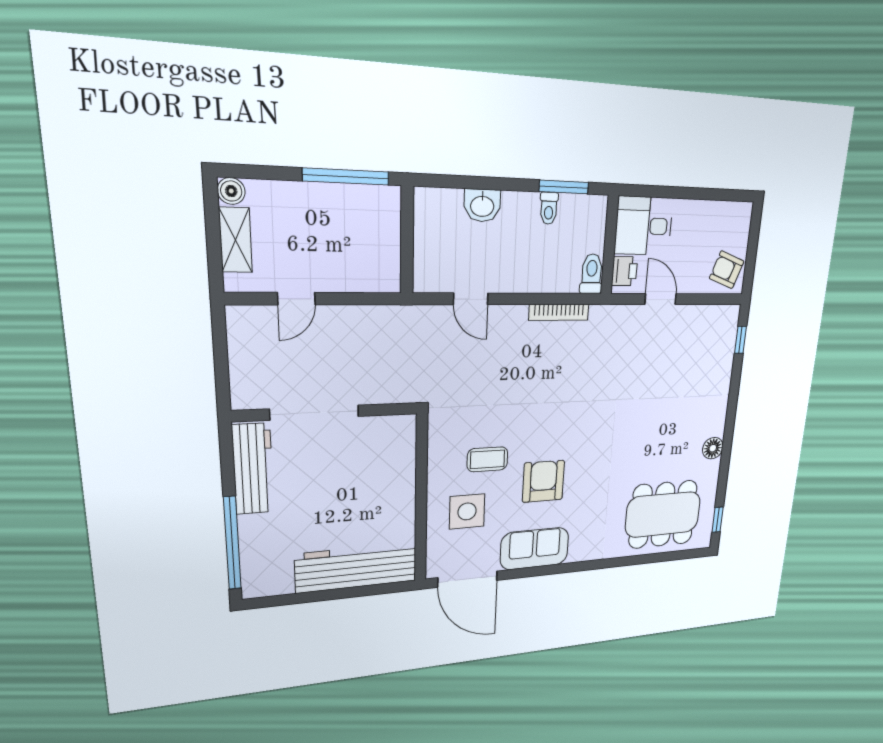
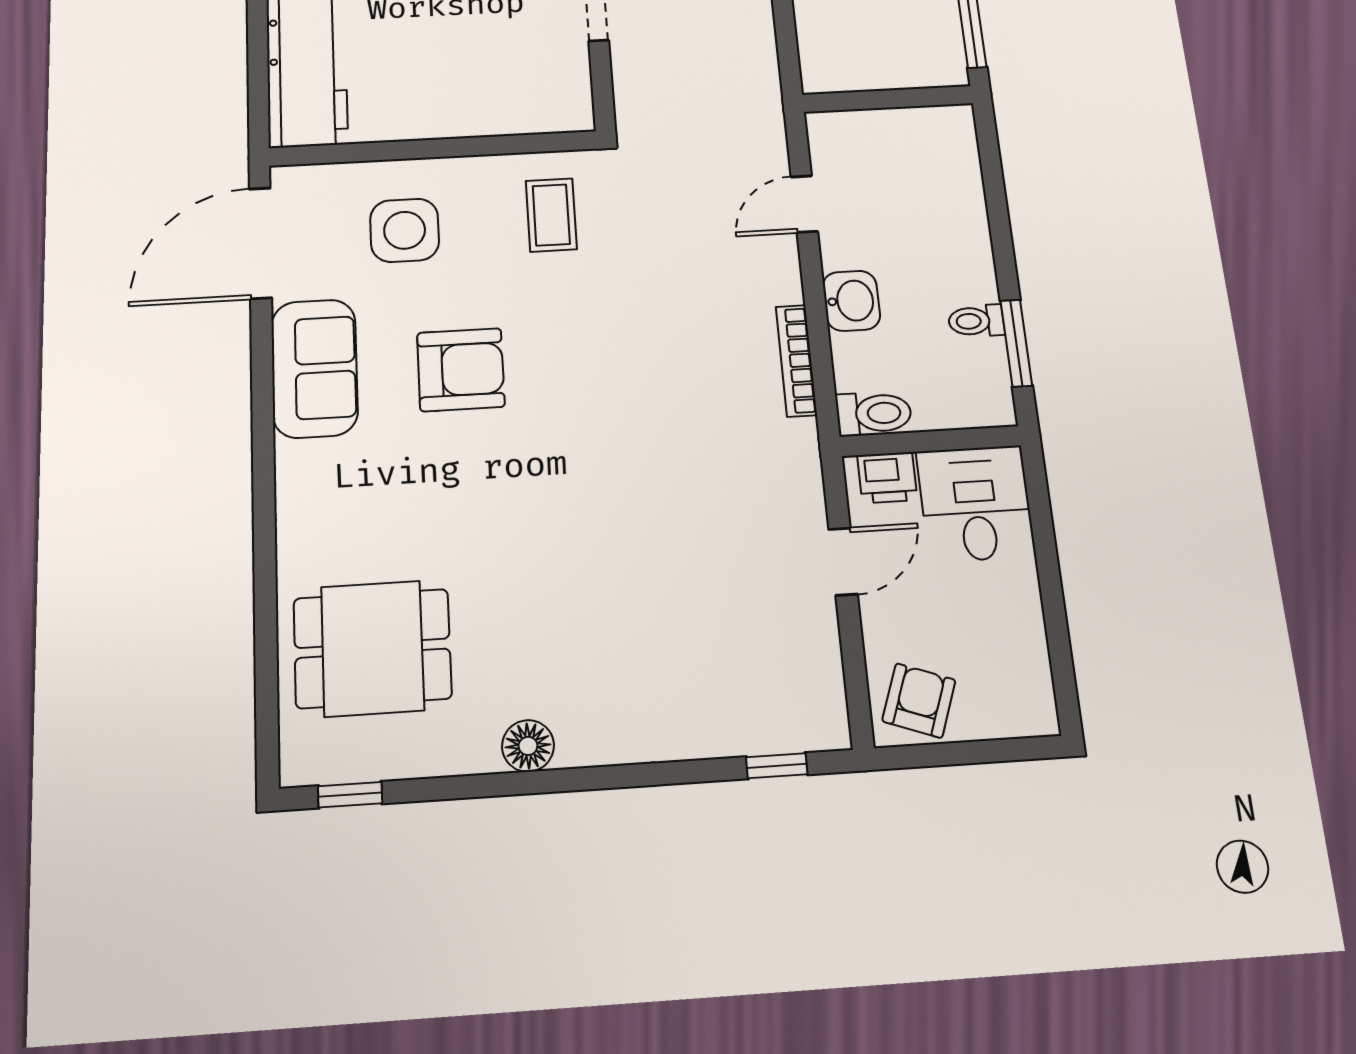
washbasin: (482, 205) -> (851, 301), moved, turned 180
coffee table: (487, 459) -> (551, 215), moved
dining table: (663, 514) -> (372, 648), width x0.73

